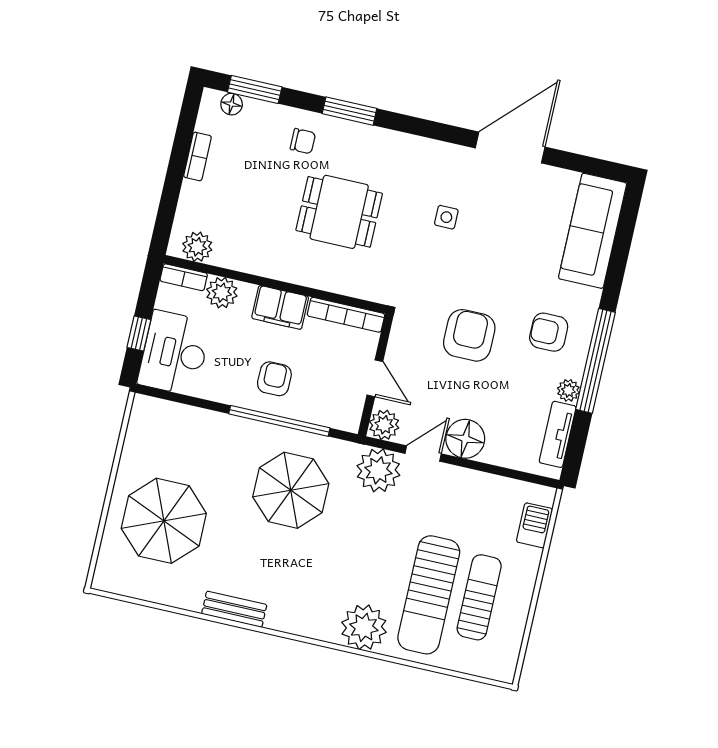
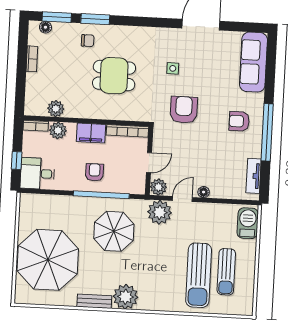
window: (350, 111) -> (95, 19), moved
plant: (197, 247) -> (56, 109), moved
armchair: (469, 335) -> (184, 110), moved
desk: (174, 353) -> (37, 173), width x0.73
door: (375, 378) -> (149, 163), hinge flipped
plant: (568, 390) -> (255, 151), removed
floor lamp: (465, 439) -> (204, 192), width x0.53, depth x0.53
parasol: (164, 521) -> (48, 260), width x1.36, depth x1.36
barbecue: (535, 525) -> (248, 223), width x1.38, depth x1.27
sun lounger: (479, 597) -> (226, 272), turned 180
plant: (364, 627) -> (126, 297), moved

